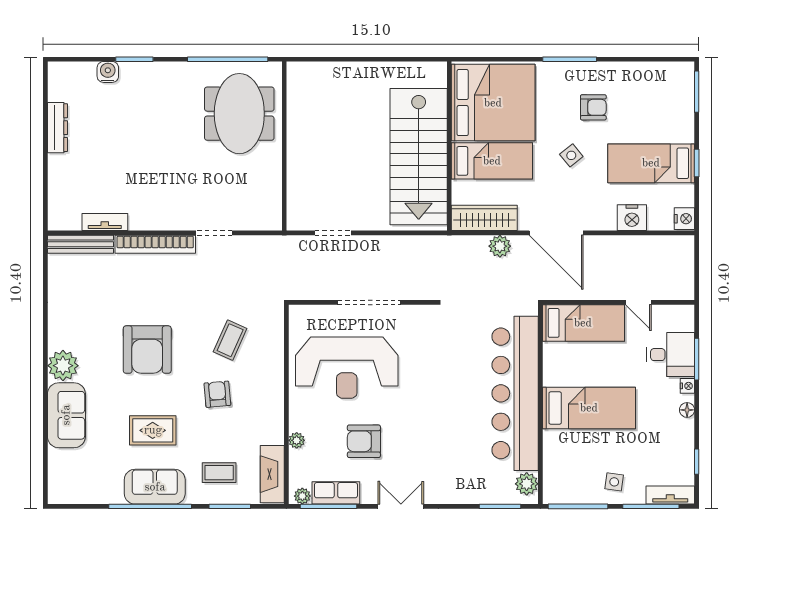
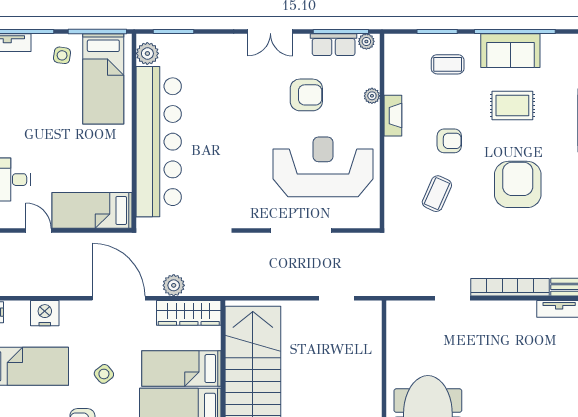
armchair: (217, 394) -> (449, 141), turned -85
bed: (589, 408) -> (103, 79), moved, turned -90
fireplace: (272, 474) -> (393, 116), moved, width x0.73, depth x0.76

